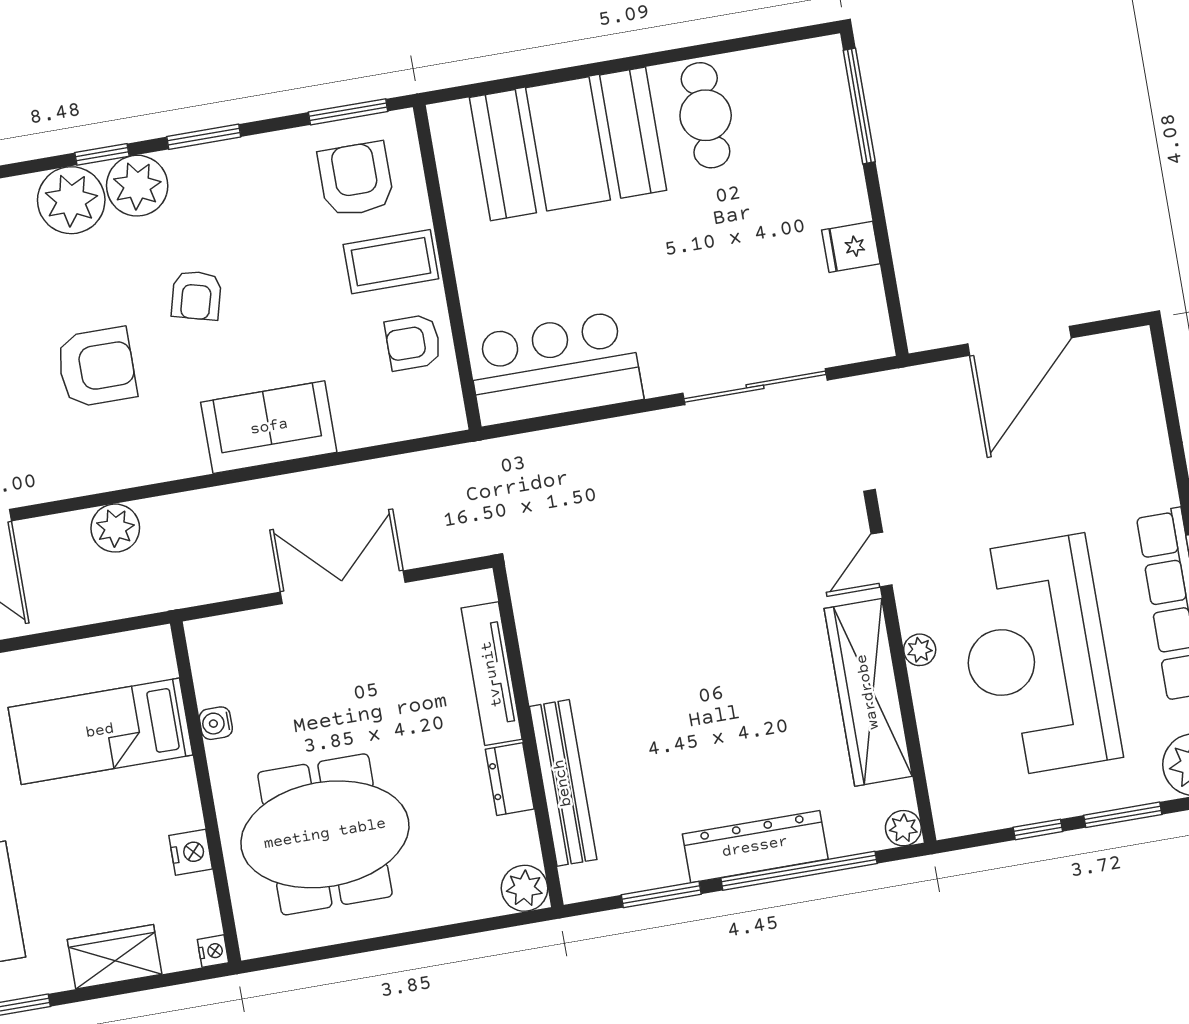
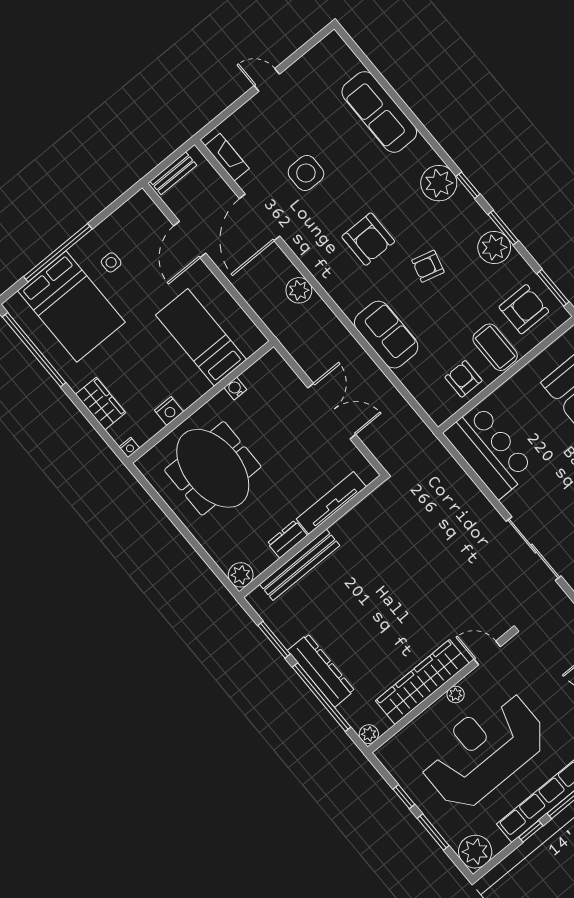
plant: (137, 186) -> (494, 248), moved

